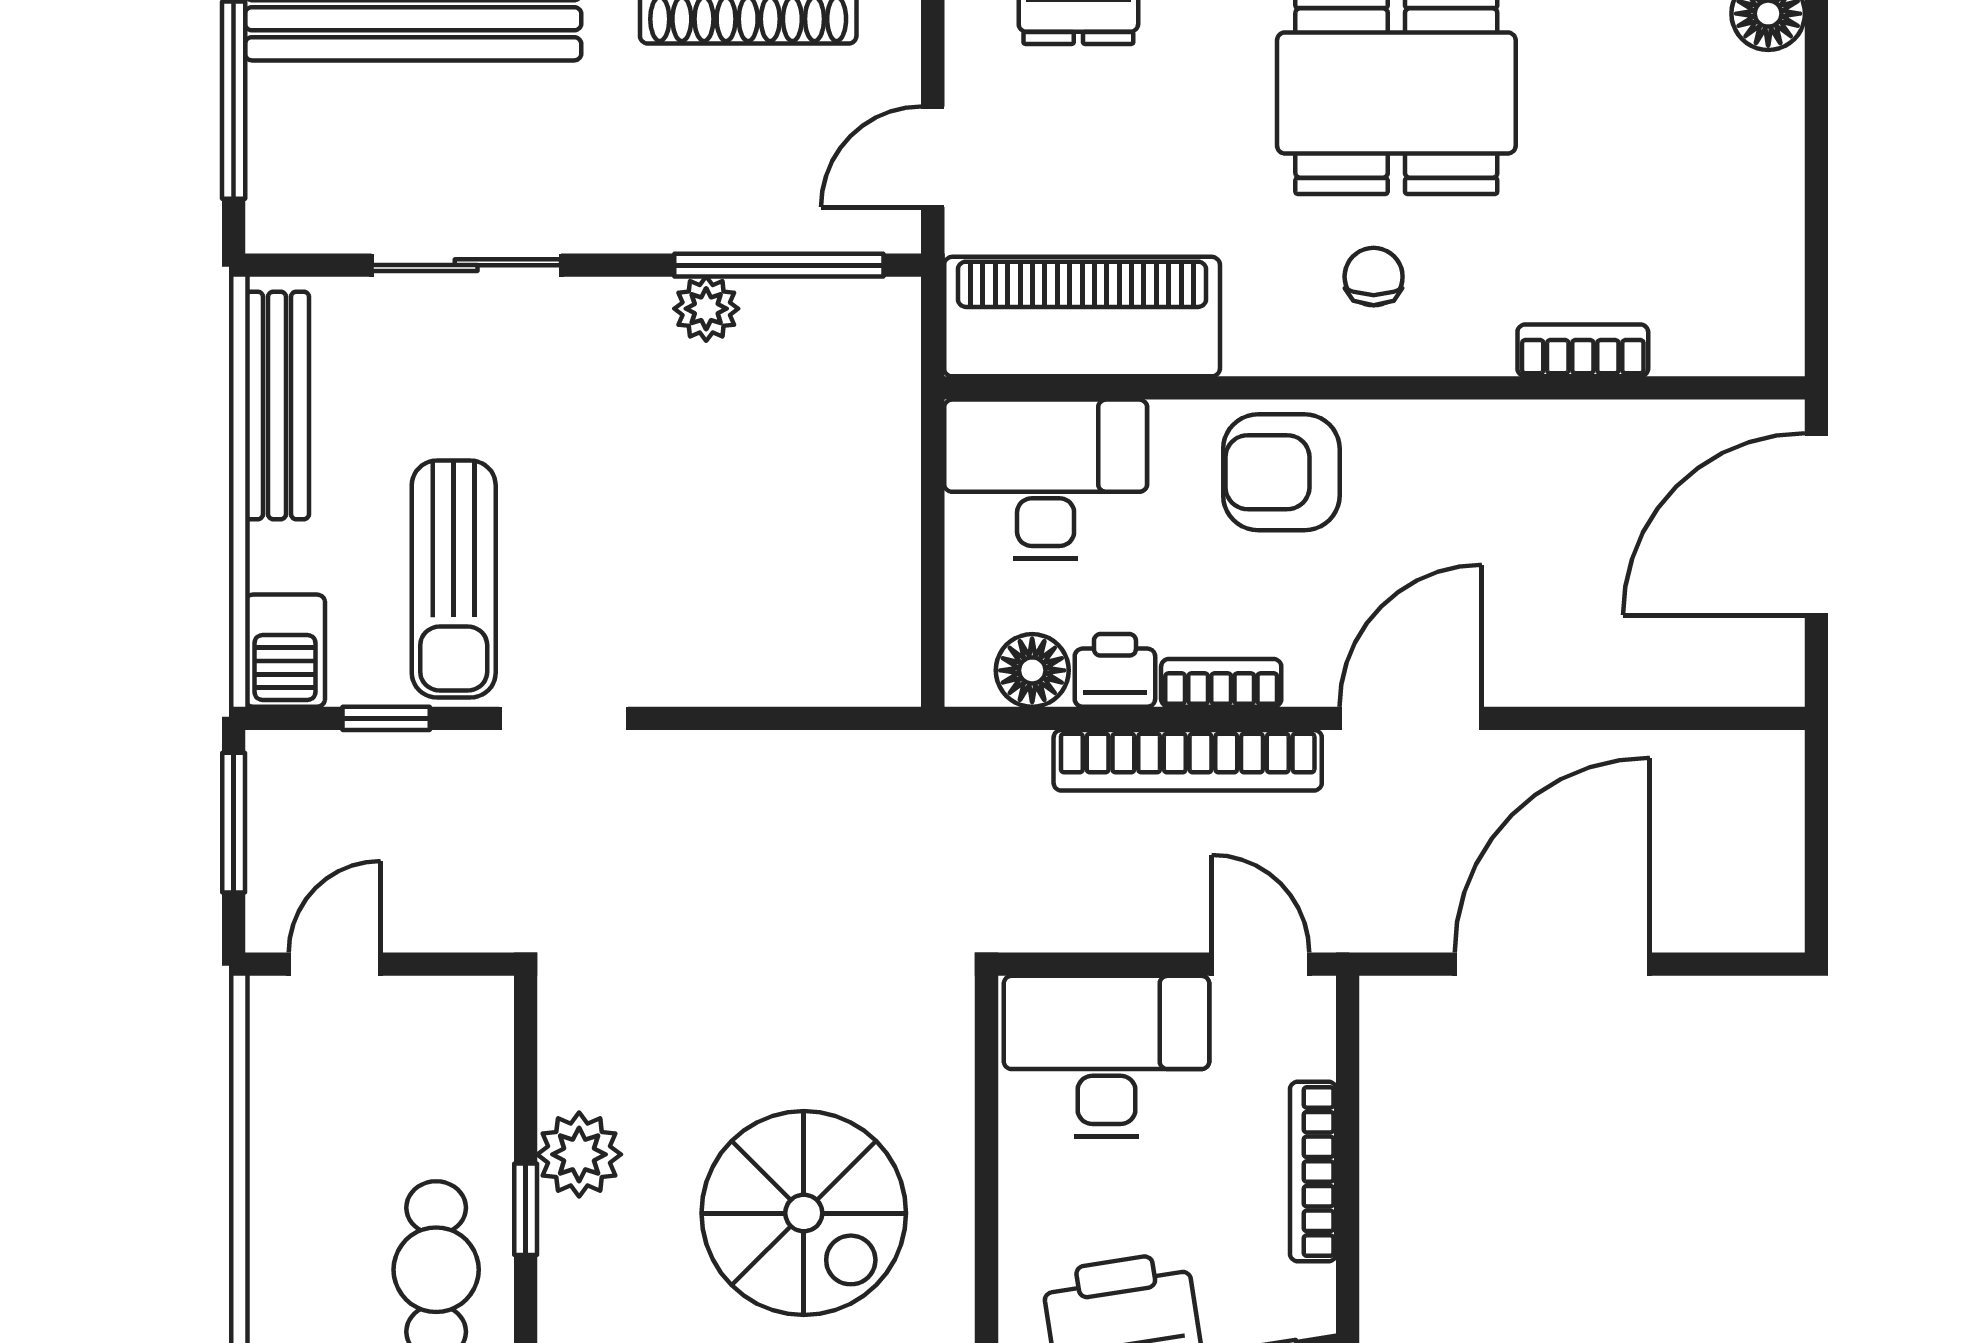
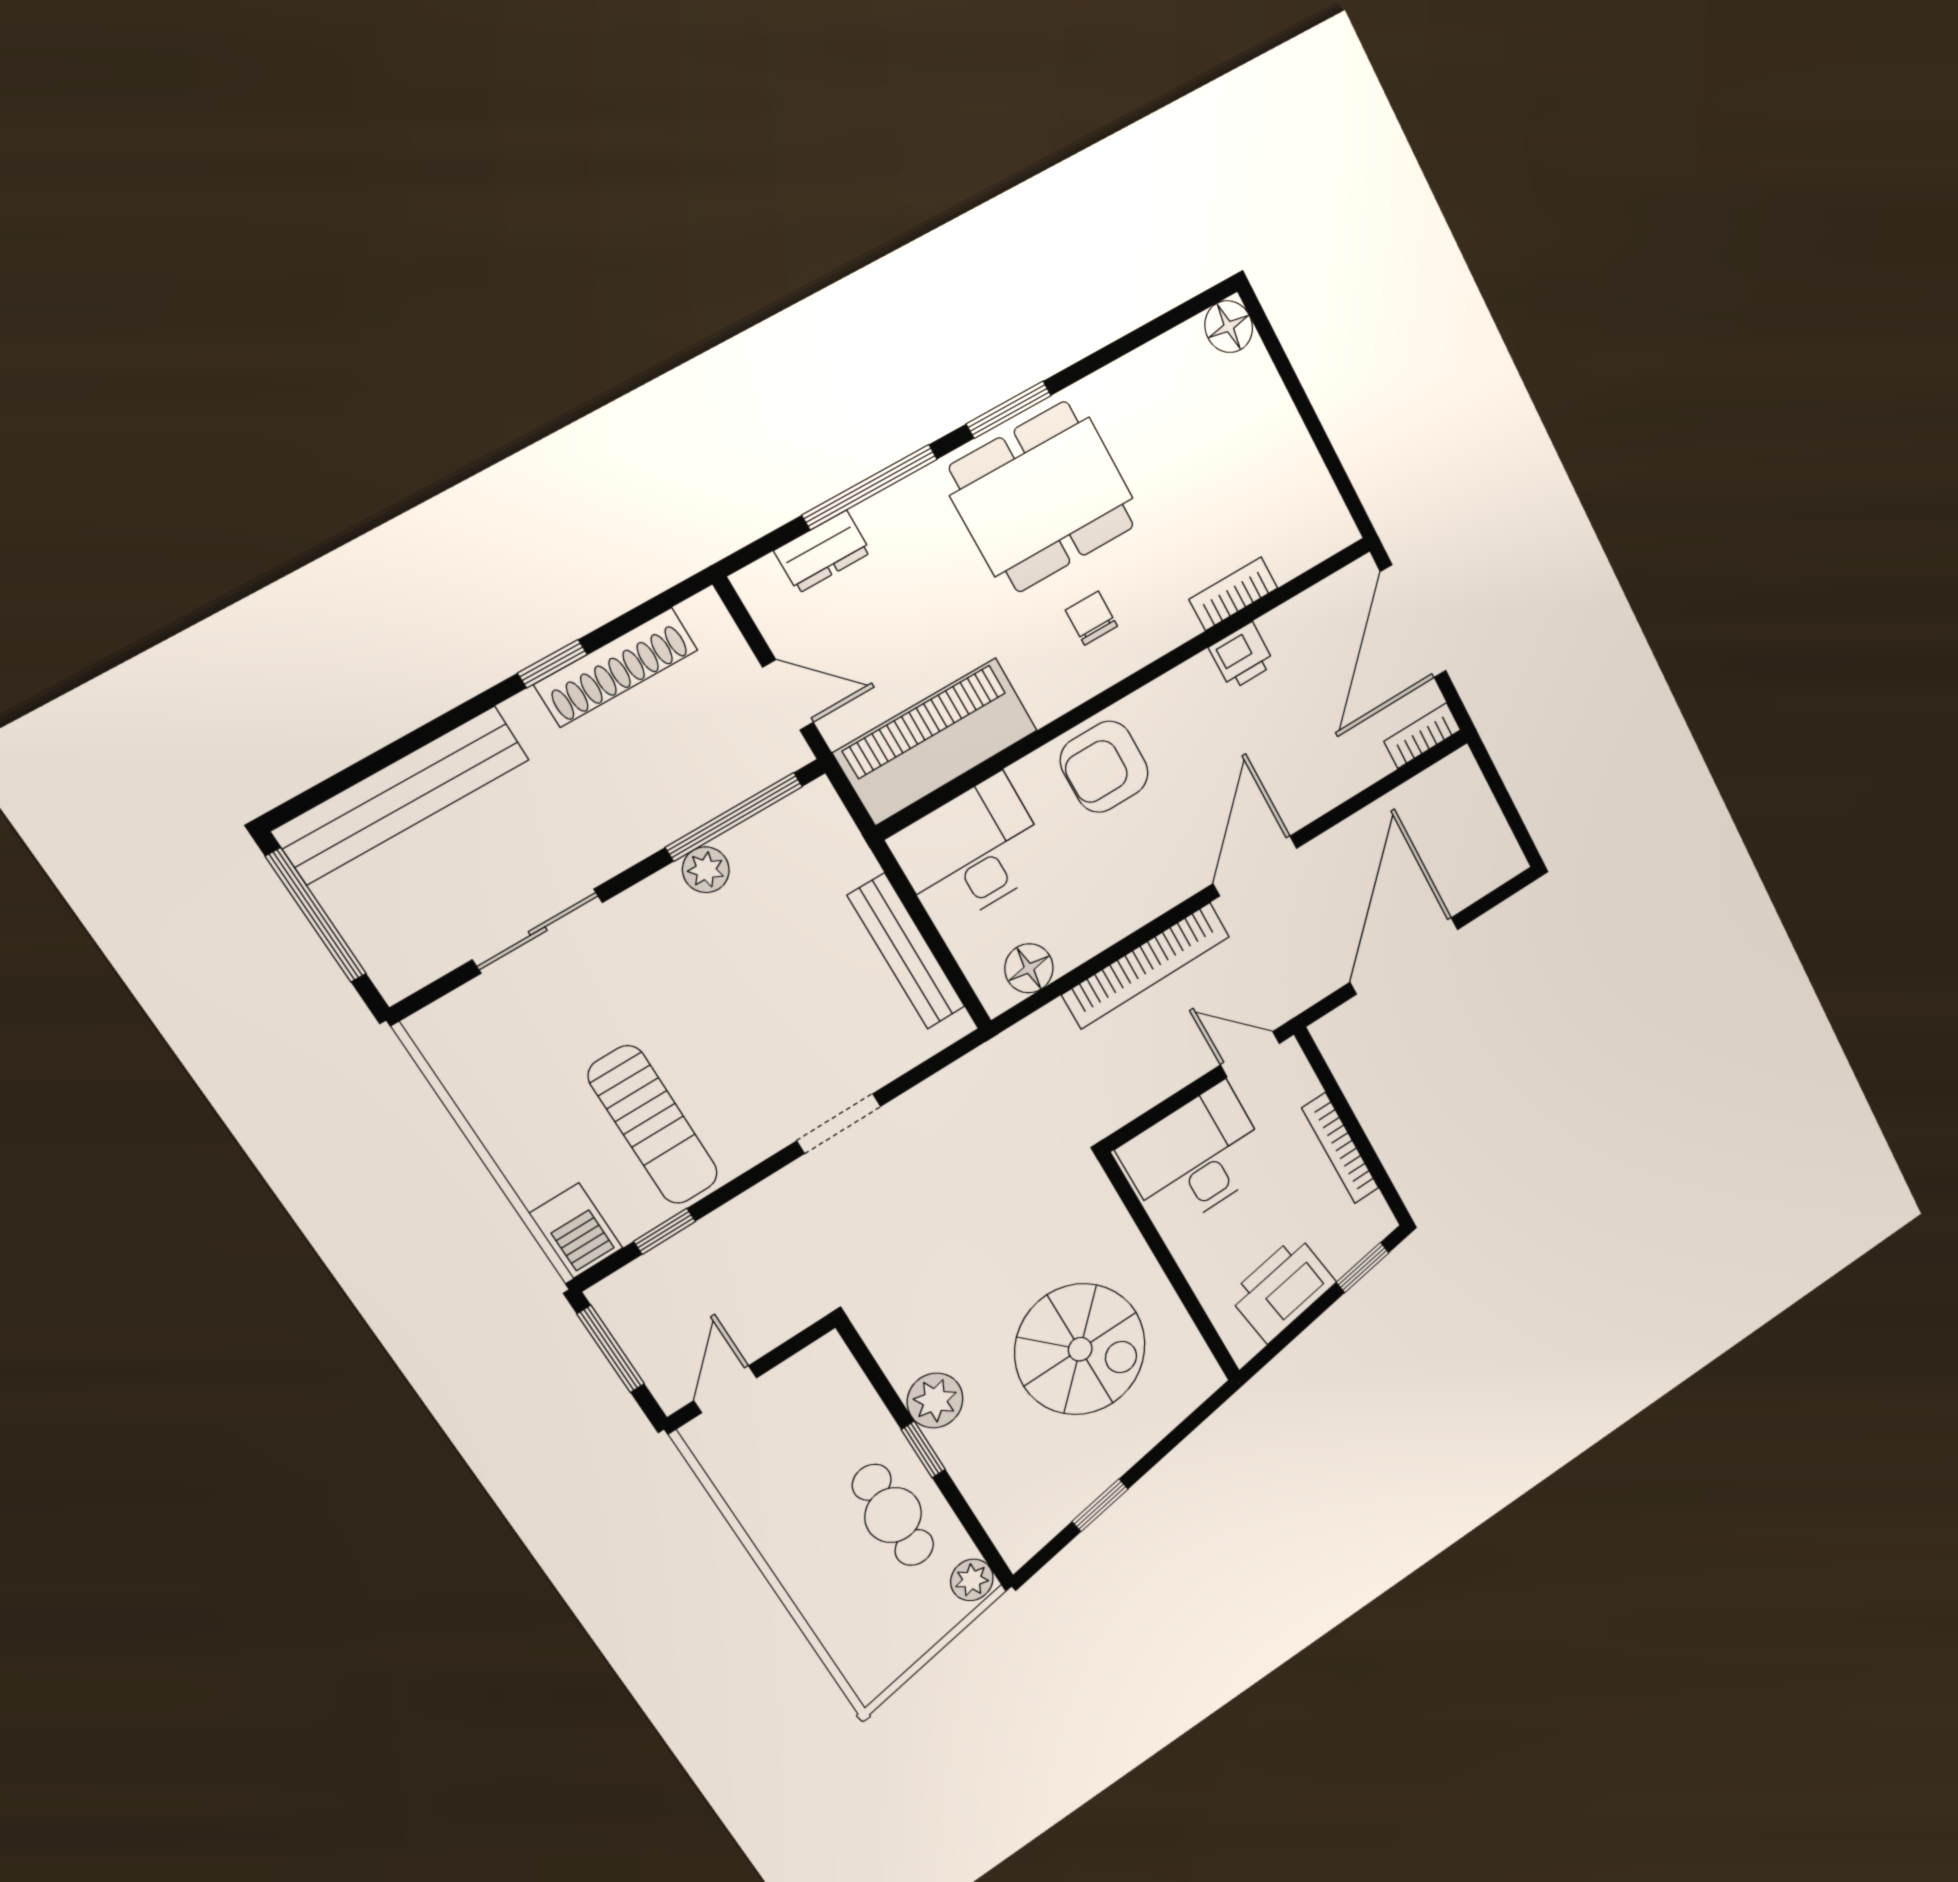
door: (933, 157) -> (788, 695), swing flipped
bench: (277, 405) -> (906, 951), moved
printer: (1115, 670) -> (1242, 656), moved, turned 180
bookcase: (1221, 683) -> (1422, 736), moved
doorway: (564, 718) -> (839, 1123), moved

